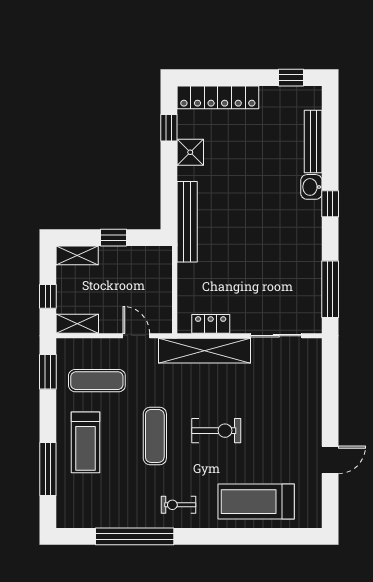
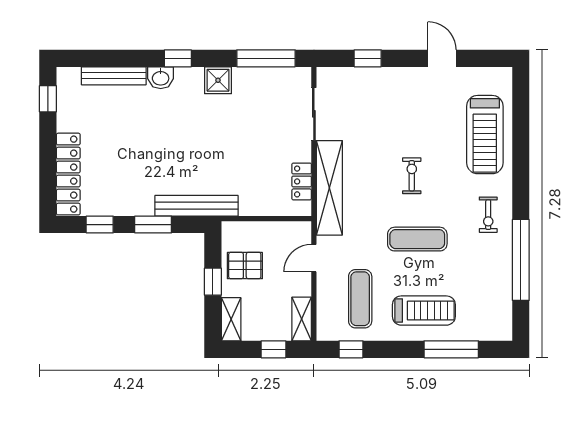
shower: (190, 152) -> (218, 80), moved
window: (169, 180) -> (153, 225), added
pallet: (129, 269) -> (245, 266), added
window: (48, 372) -> (351, 349), width x0.67
window: (330, 388) -> (368, 58), added
exercise bike: (216, 431) -> (412, 176), width x0.73, depth x0.72

